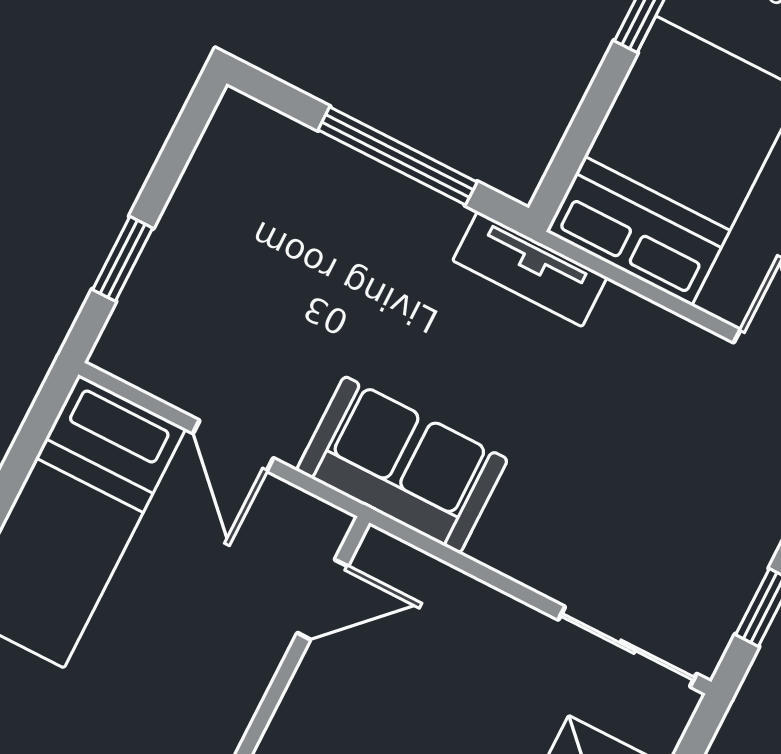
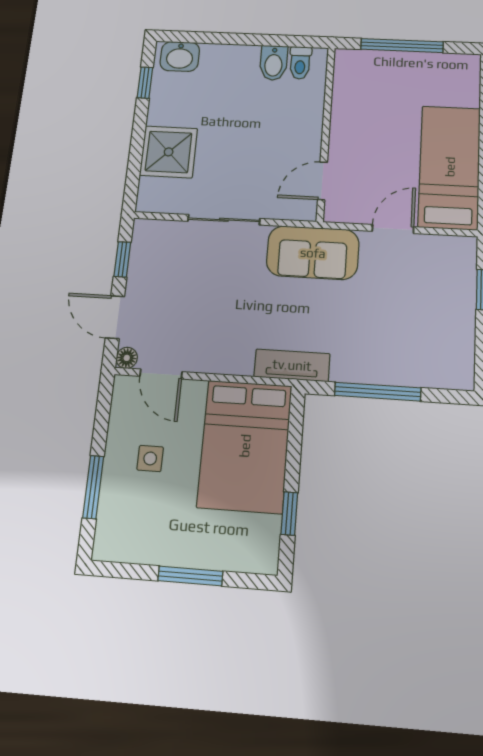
door: (233, 446) -> (393, 229), hinge flipped
sliding door: (628, 647) -> (224, 220), moved

